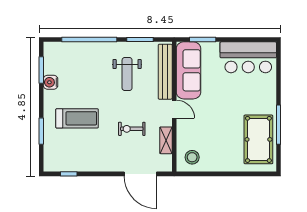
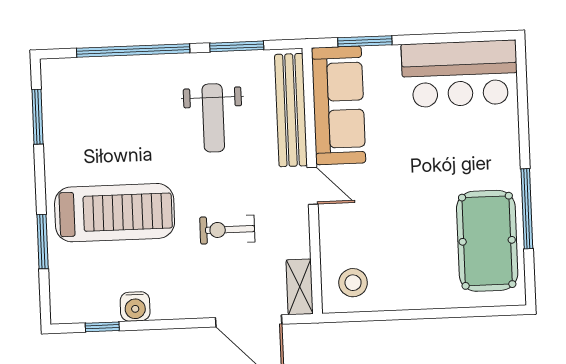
water cooler: (51, 82) -> (135, 306), moved, turned -90
treadmill: (77, 118) -> (115, 213), width x1.37, depth x1.38
shelving: (166, 140) -> (300, 287), moved

